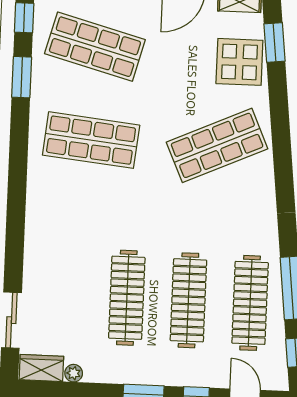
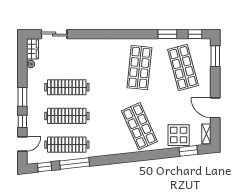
shop shelf: (95, 47) -> (183, 68), turned -30

